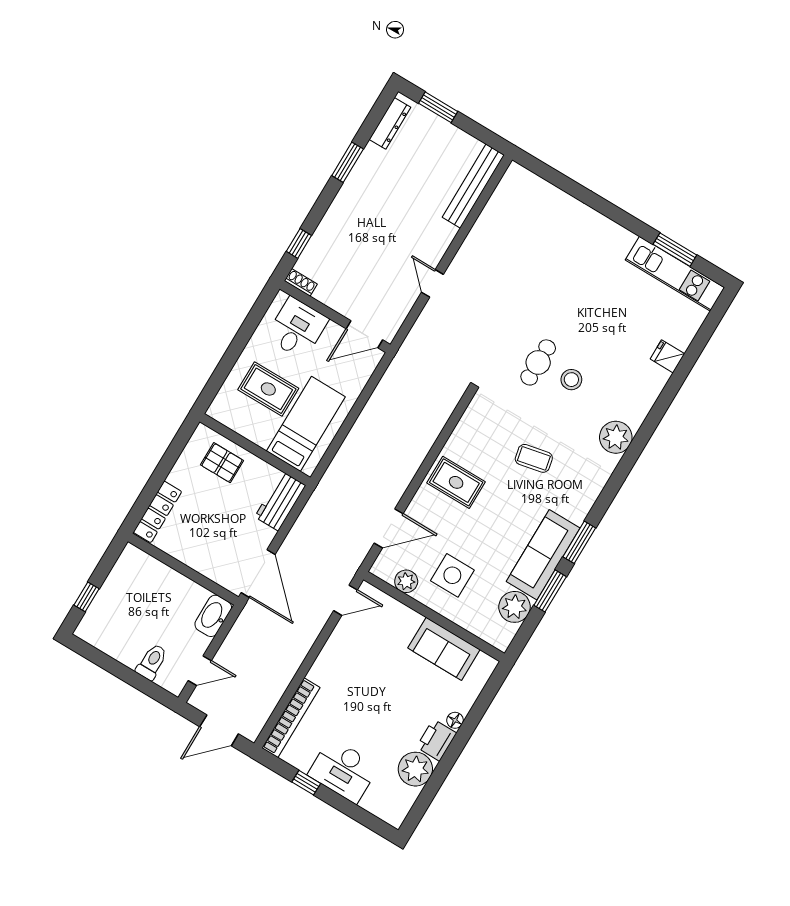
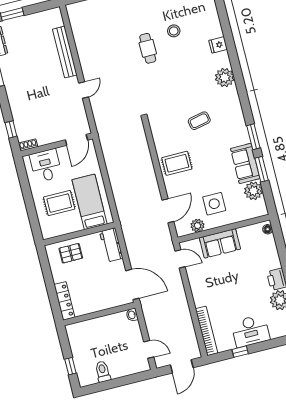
bench: (473, 186) -> (65, 52), moved
door: (432, 283) -> (84, 90), swing flipped
fridge: (667, 356) -> (218, 45), moved
cafe table: (538, 362) -> (148, 48), moved
stool: (571, 380) -> (174, 31), moved
sofa: (543, 555) -> (245, 163), width x0.73
door: (345, 600) -> (180, 259), hinge flipped
washbasin: (213, 616) -> (132, 315), width x0.52, depth x0.69
sofa: (444, 649) -> (220, 243), moved
toilet: (152, 662) -> (103, 372), moved
door: (200, 671) -> (149, 349), hinge flipped
floor lamp: (455, 720) -> (268, 229), moved

